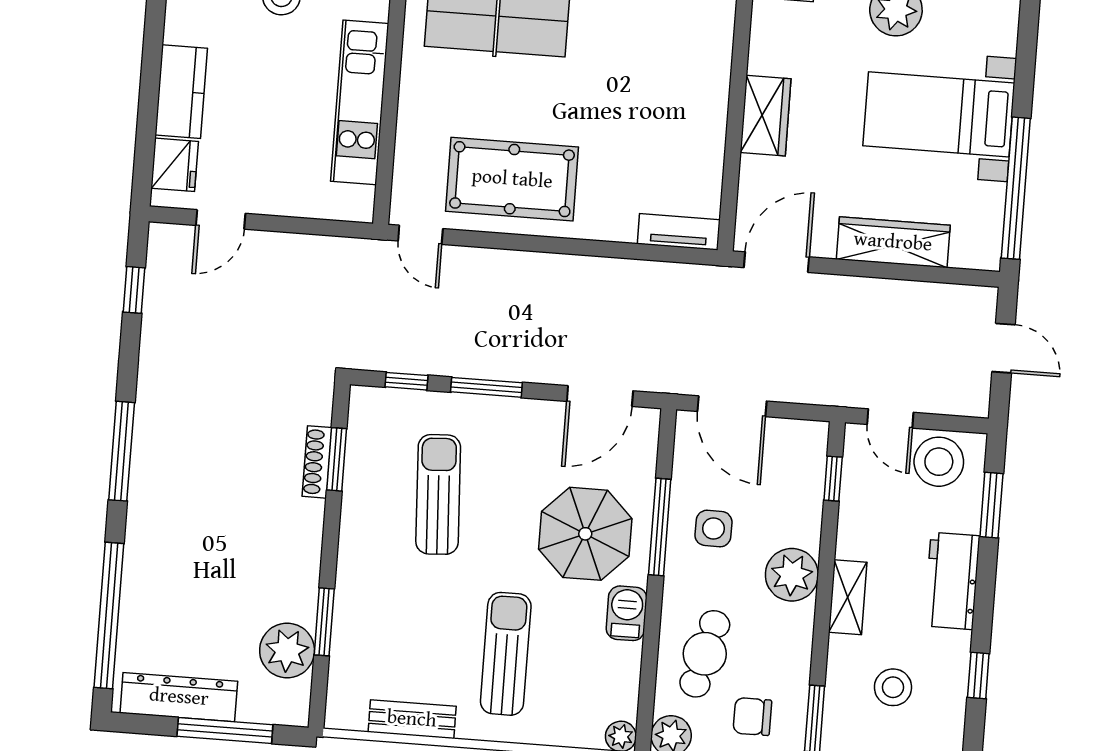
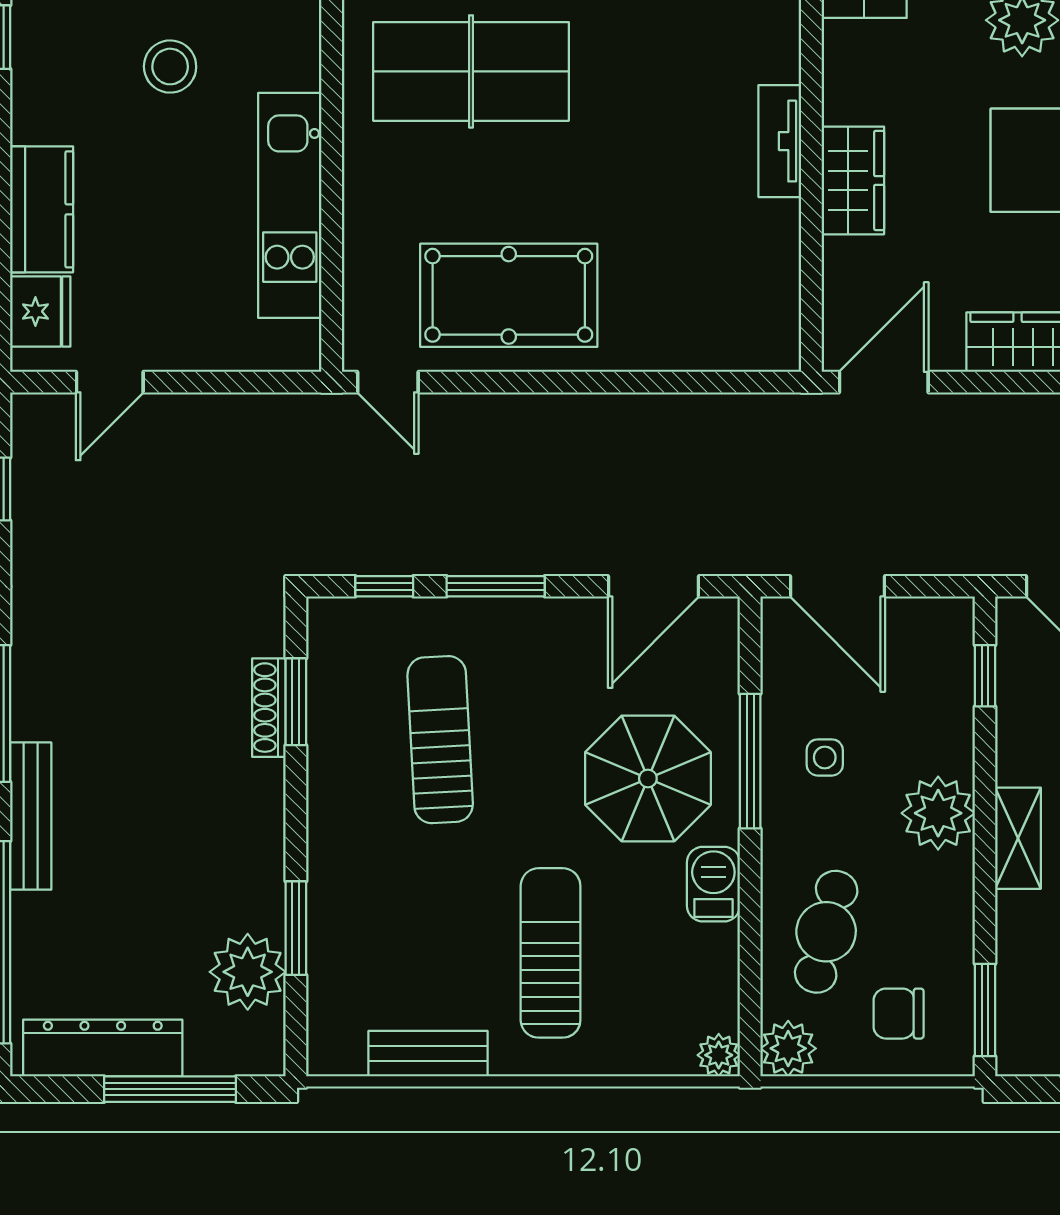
tv unit: (679, 232) -> (780, 141), moved, turned -90
bench: (140, 527) -> (31, 816), added
side table: (713, 529) -> (825, 757), width x0.73, depth x0.73

